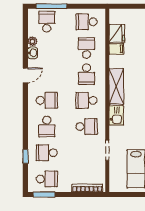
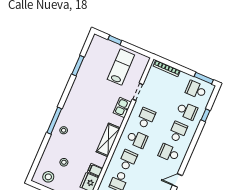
kitchen sink: (116, 115) -> (122, 107), moved
school desk: (87, 127) -> (146, 118), turned 90

